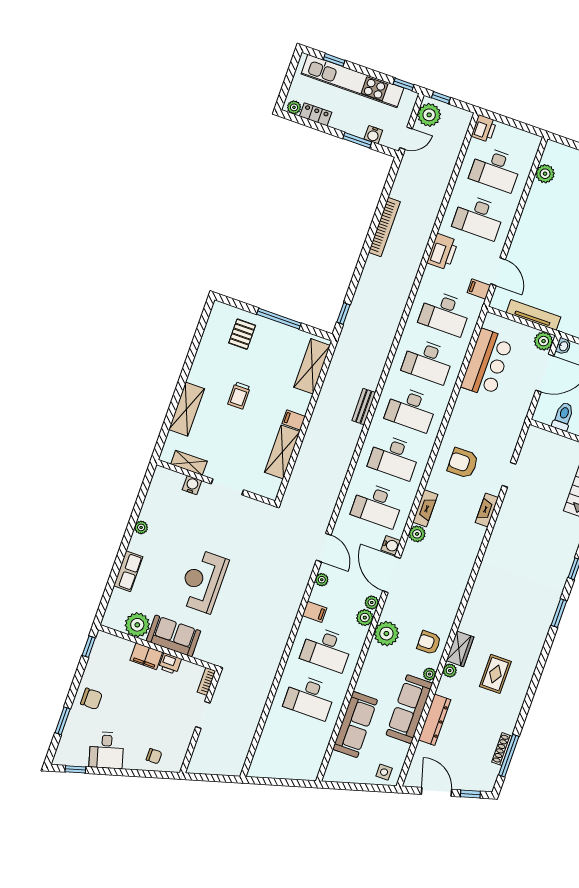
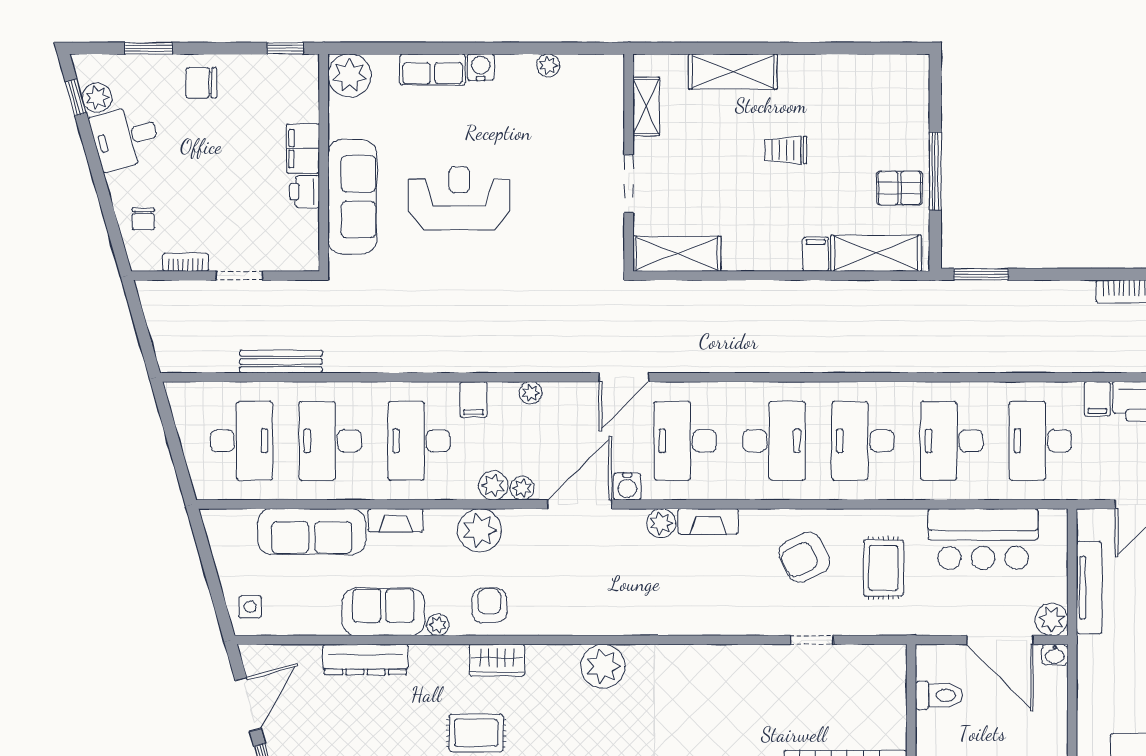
filing cabinet: (479, 289) -> (1097, 399), moved, turned 180
window: (343, 313) -> (981, 274), width x1.50
pallet: (242, 334) -> (899, 188), moved
bench: (364, 407) -> (281, 362), moved, width x1.36
filing cabinet: (294, 420) -> (816, 254), moved
rug: (484, 422) -> (883, 568), added
shelving: (282, 452) -> (677, 254), moved
desk: (394, 457) -> (774, 441), turned 180
armchair: (463, 463) -> (804, 557), turned -116
water cooler: (192, 485) -> (481, 67), moved, turned -90
fireplace: (487, 510) -> (395, 520), moved, turned 180
plant: (141, 527) -> (548, 65), moved
door: (324, 548) -> (624, 377), moved
plant: (137, 625) -> (350, 76), moved
sofa: (174, 636) -> (352, 197), width x1.36
plant: (450, 671) -> (603, 666), moved, width x1.88, depth x1.88
bookcase: (207, 681) -> (186, 262), moved
chair: (91, 699) -> (201, 83), turned 90
sofa: (409, 709) -> (383, 612), width x0.73
desk: (293, 745) -> (241, 441), added
plant: (80, 758) -> (97, 98), added

